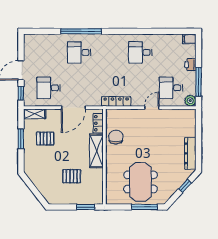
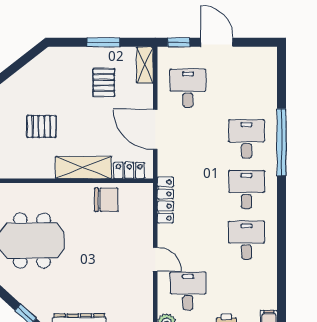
desk: (110, 52) -> (247, 190), added
pallet: (72, 176) -> (41, 126), turned 90

